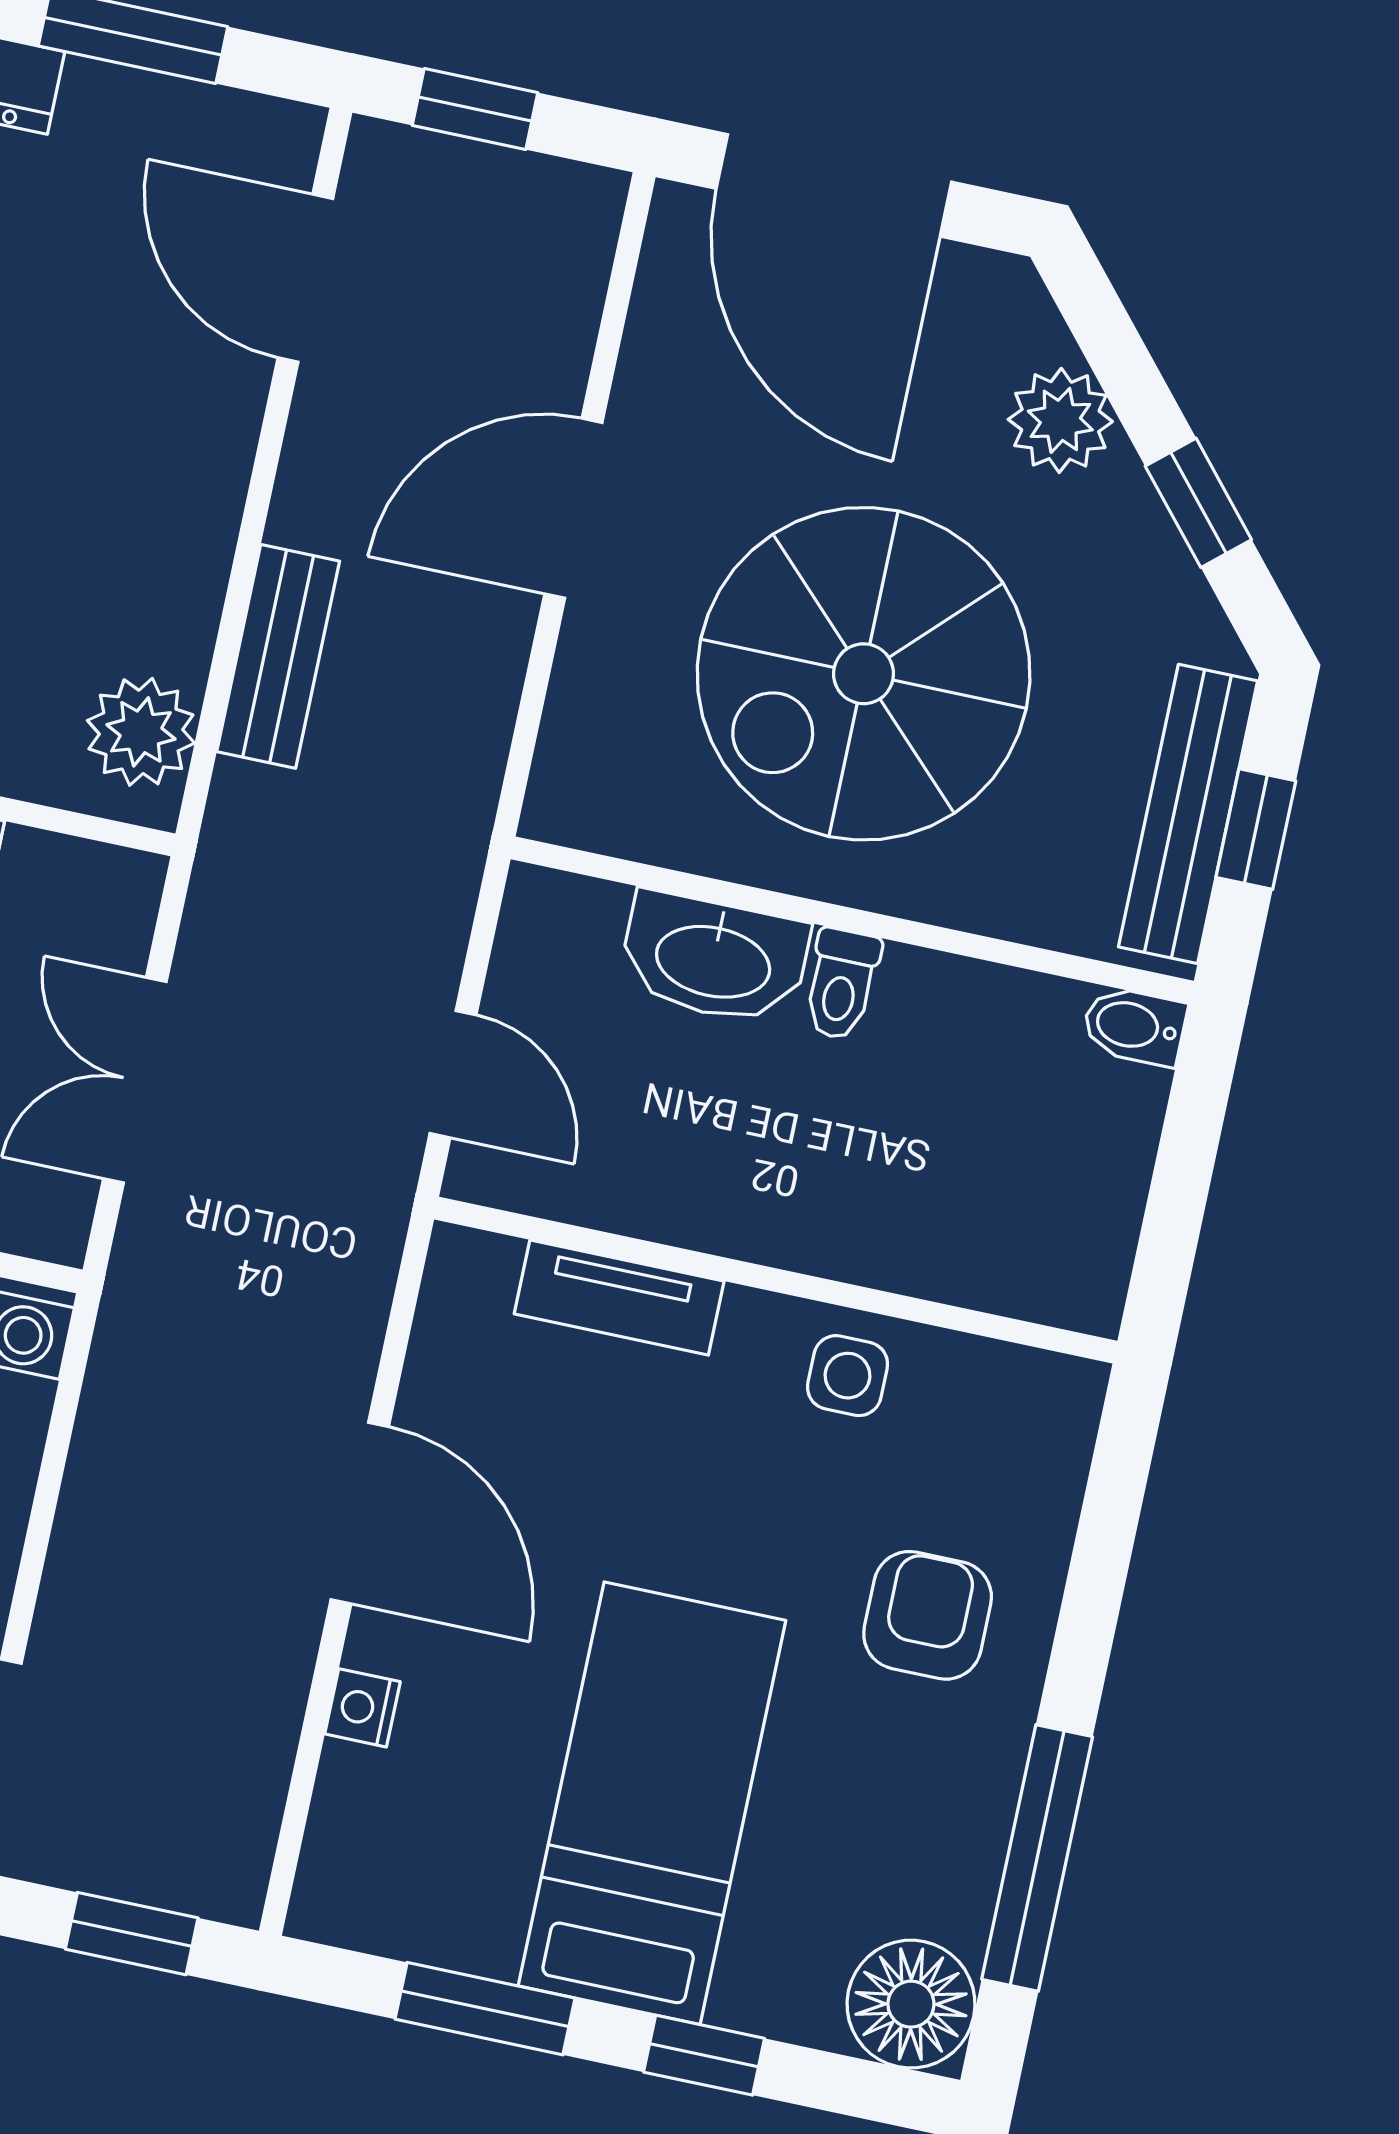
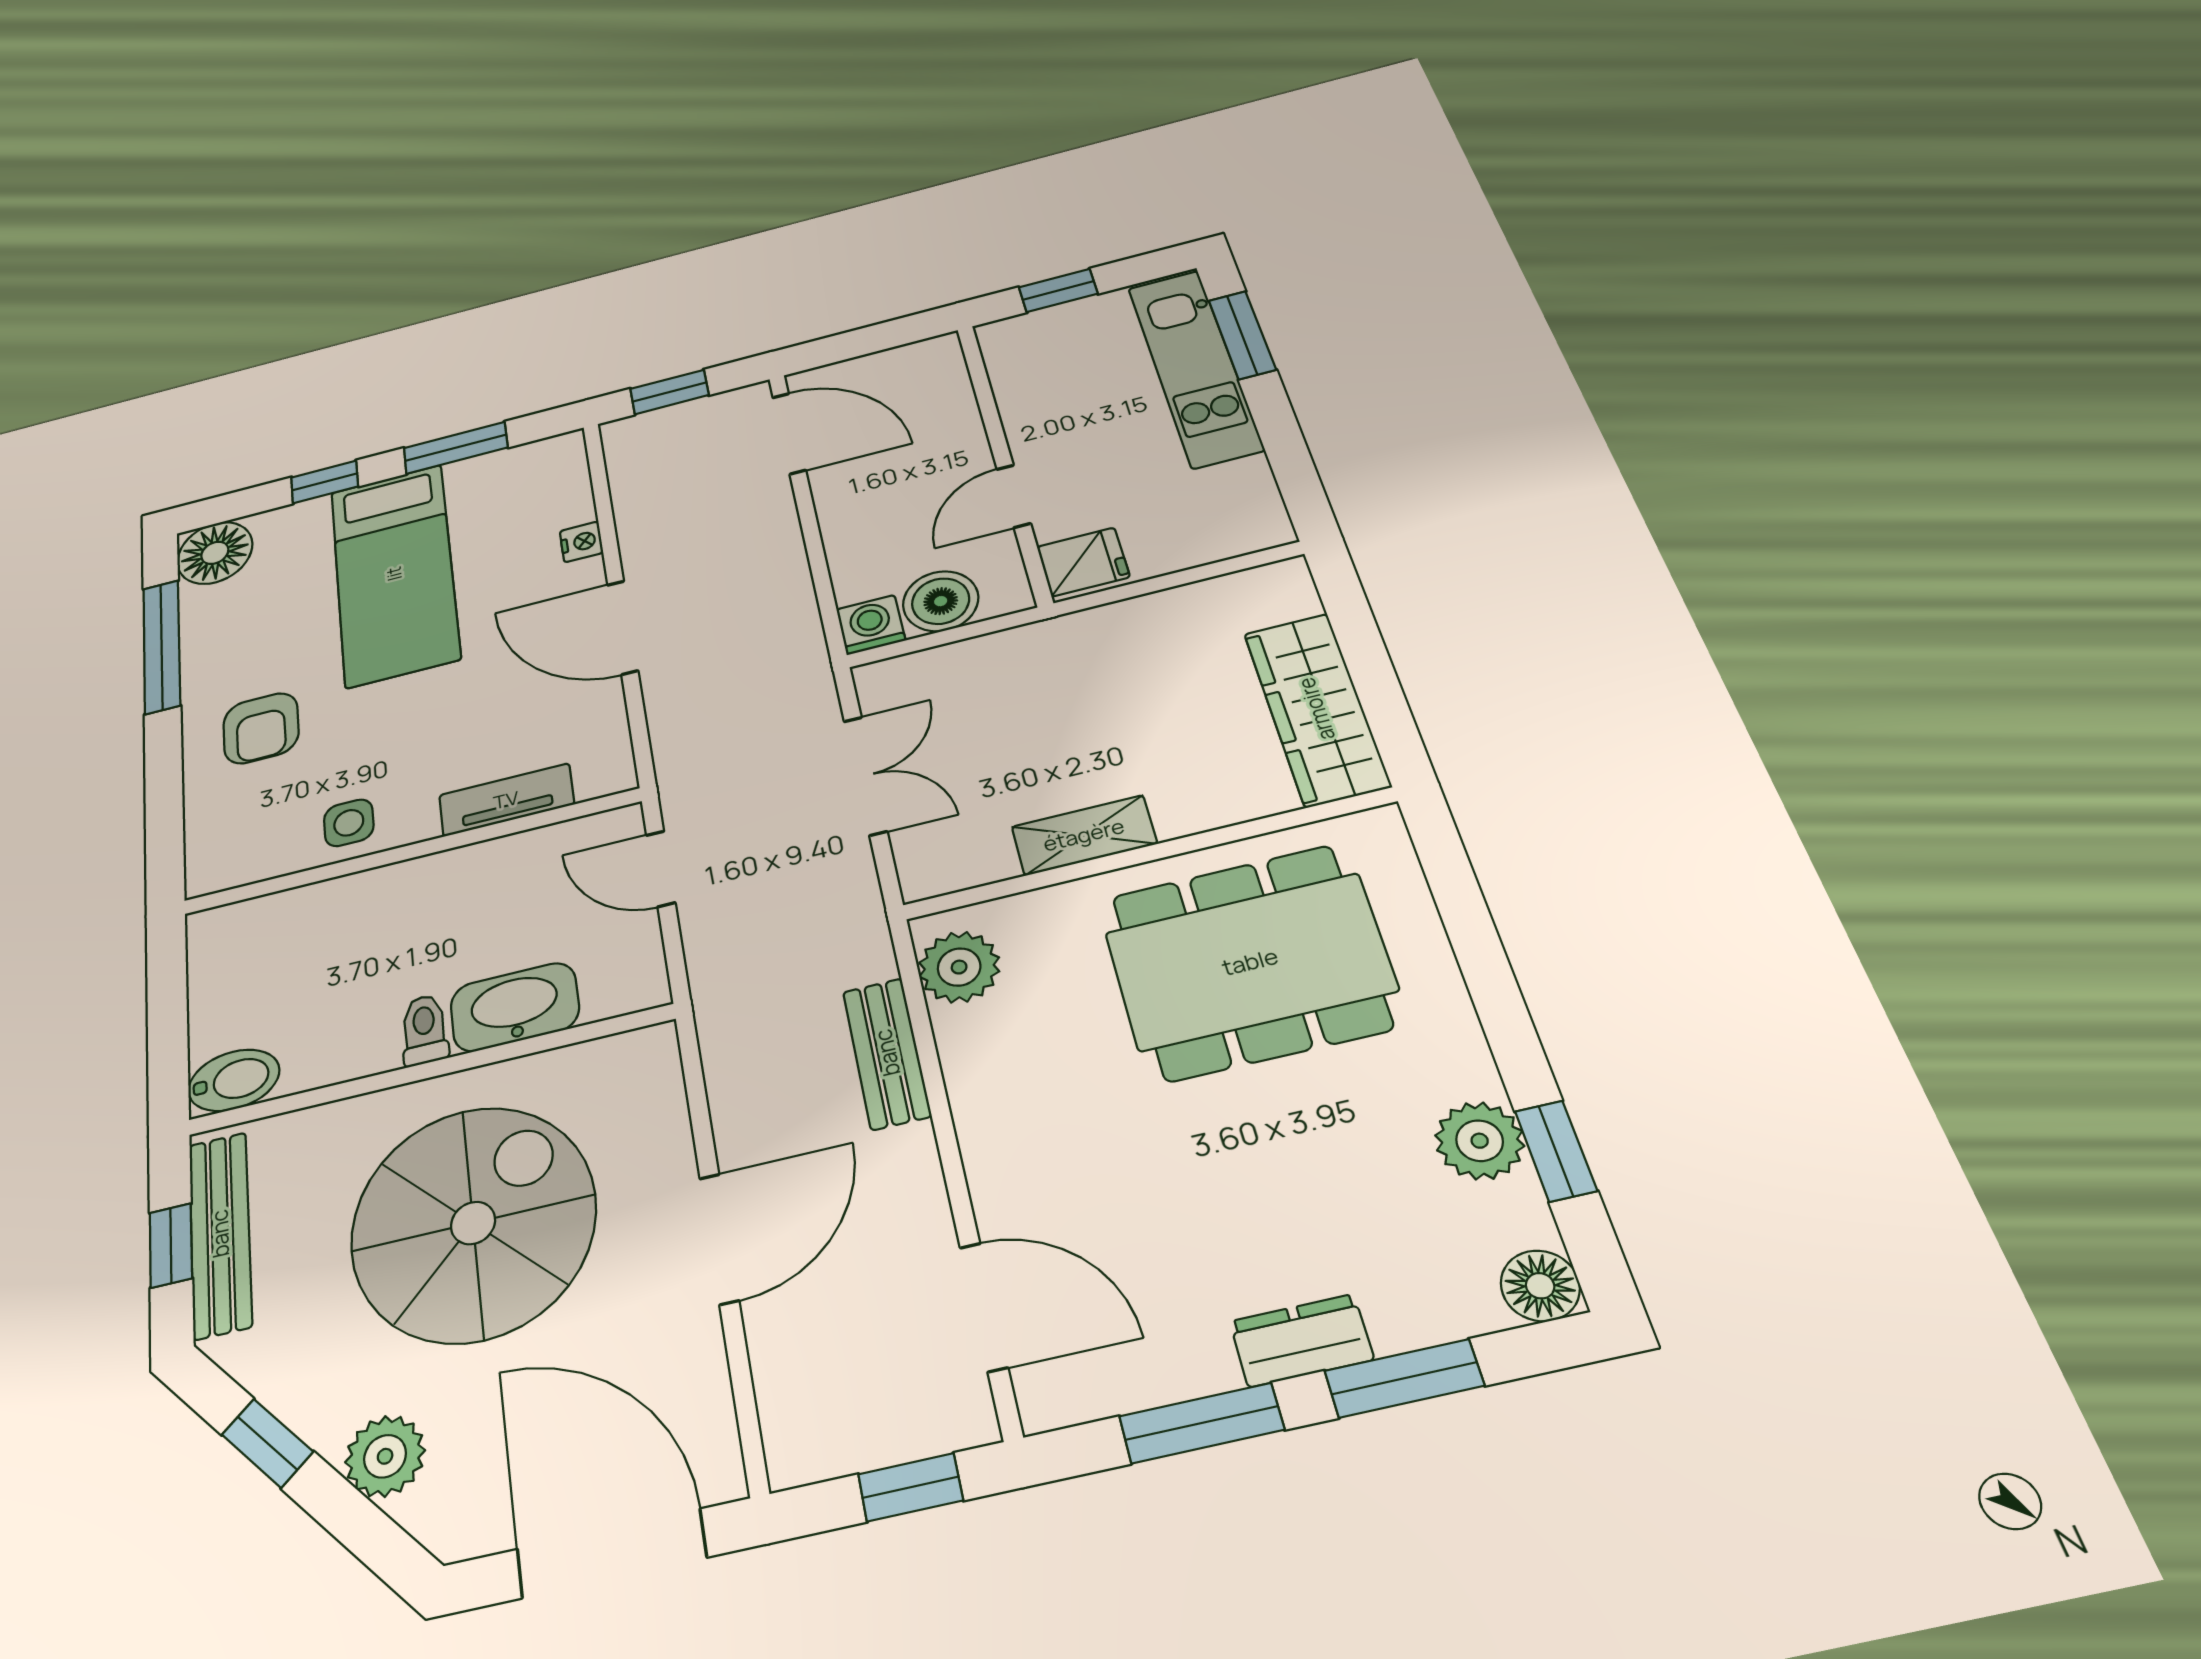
bidet: (1134, 1026) -> (234, 1080), width x1.38, depth x1.36

